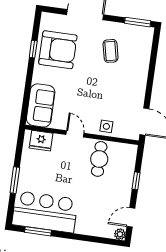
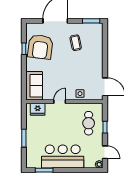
armchair: (58, 50) -> (40, 47), turned 97
door: (75, 134) -> (60, 102), hinge flipped
cafe table: (99, 159) -> (89, 123), moved
bar counter: (45, 212) -> (63, 157), moved
door: (131, 217) -> (105, 152), swing flipped

